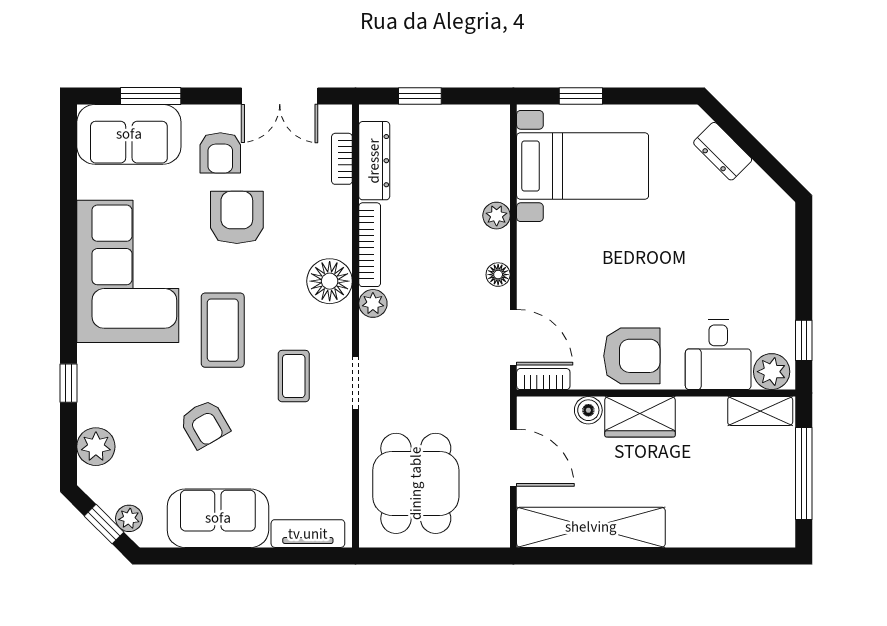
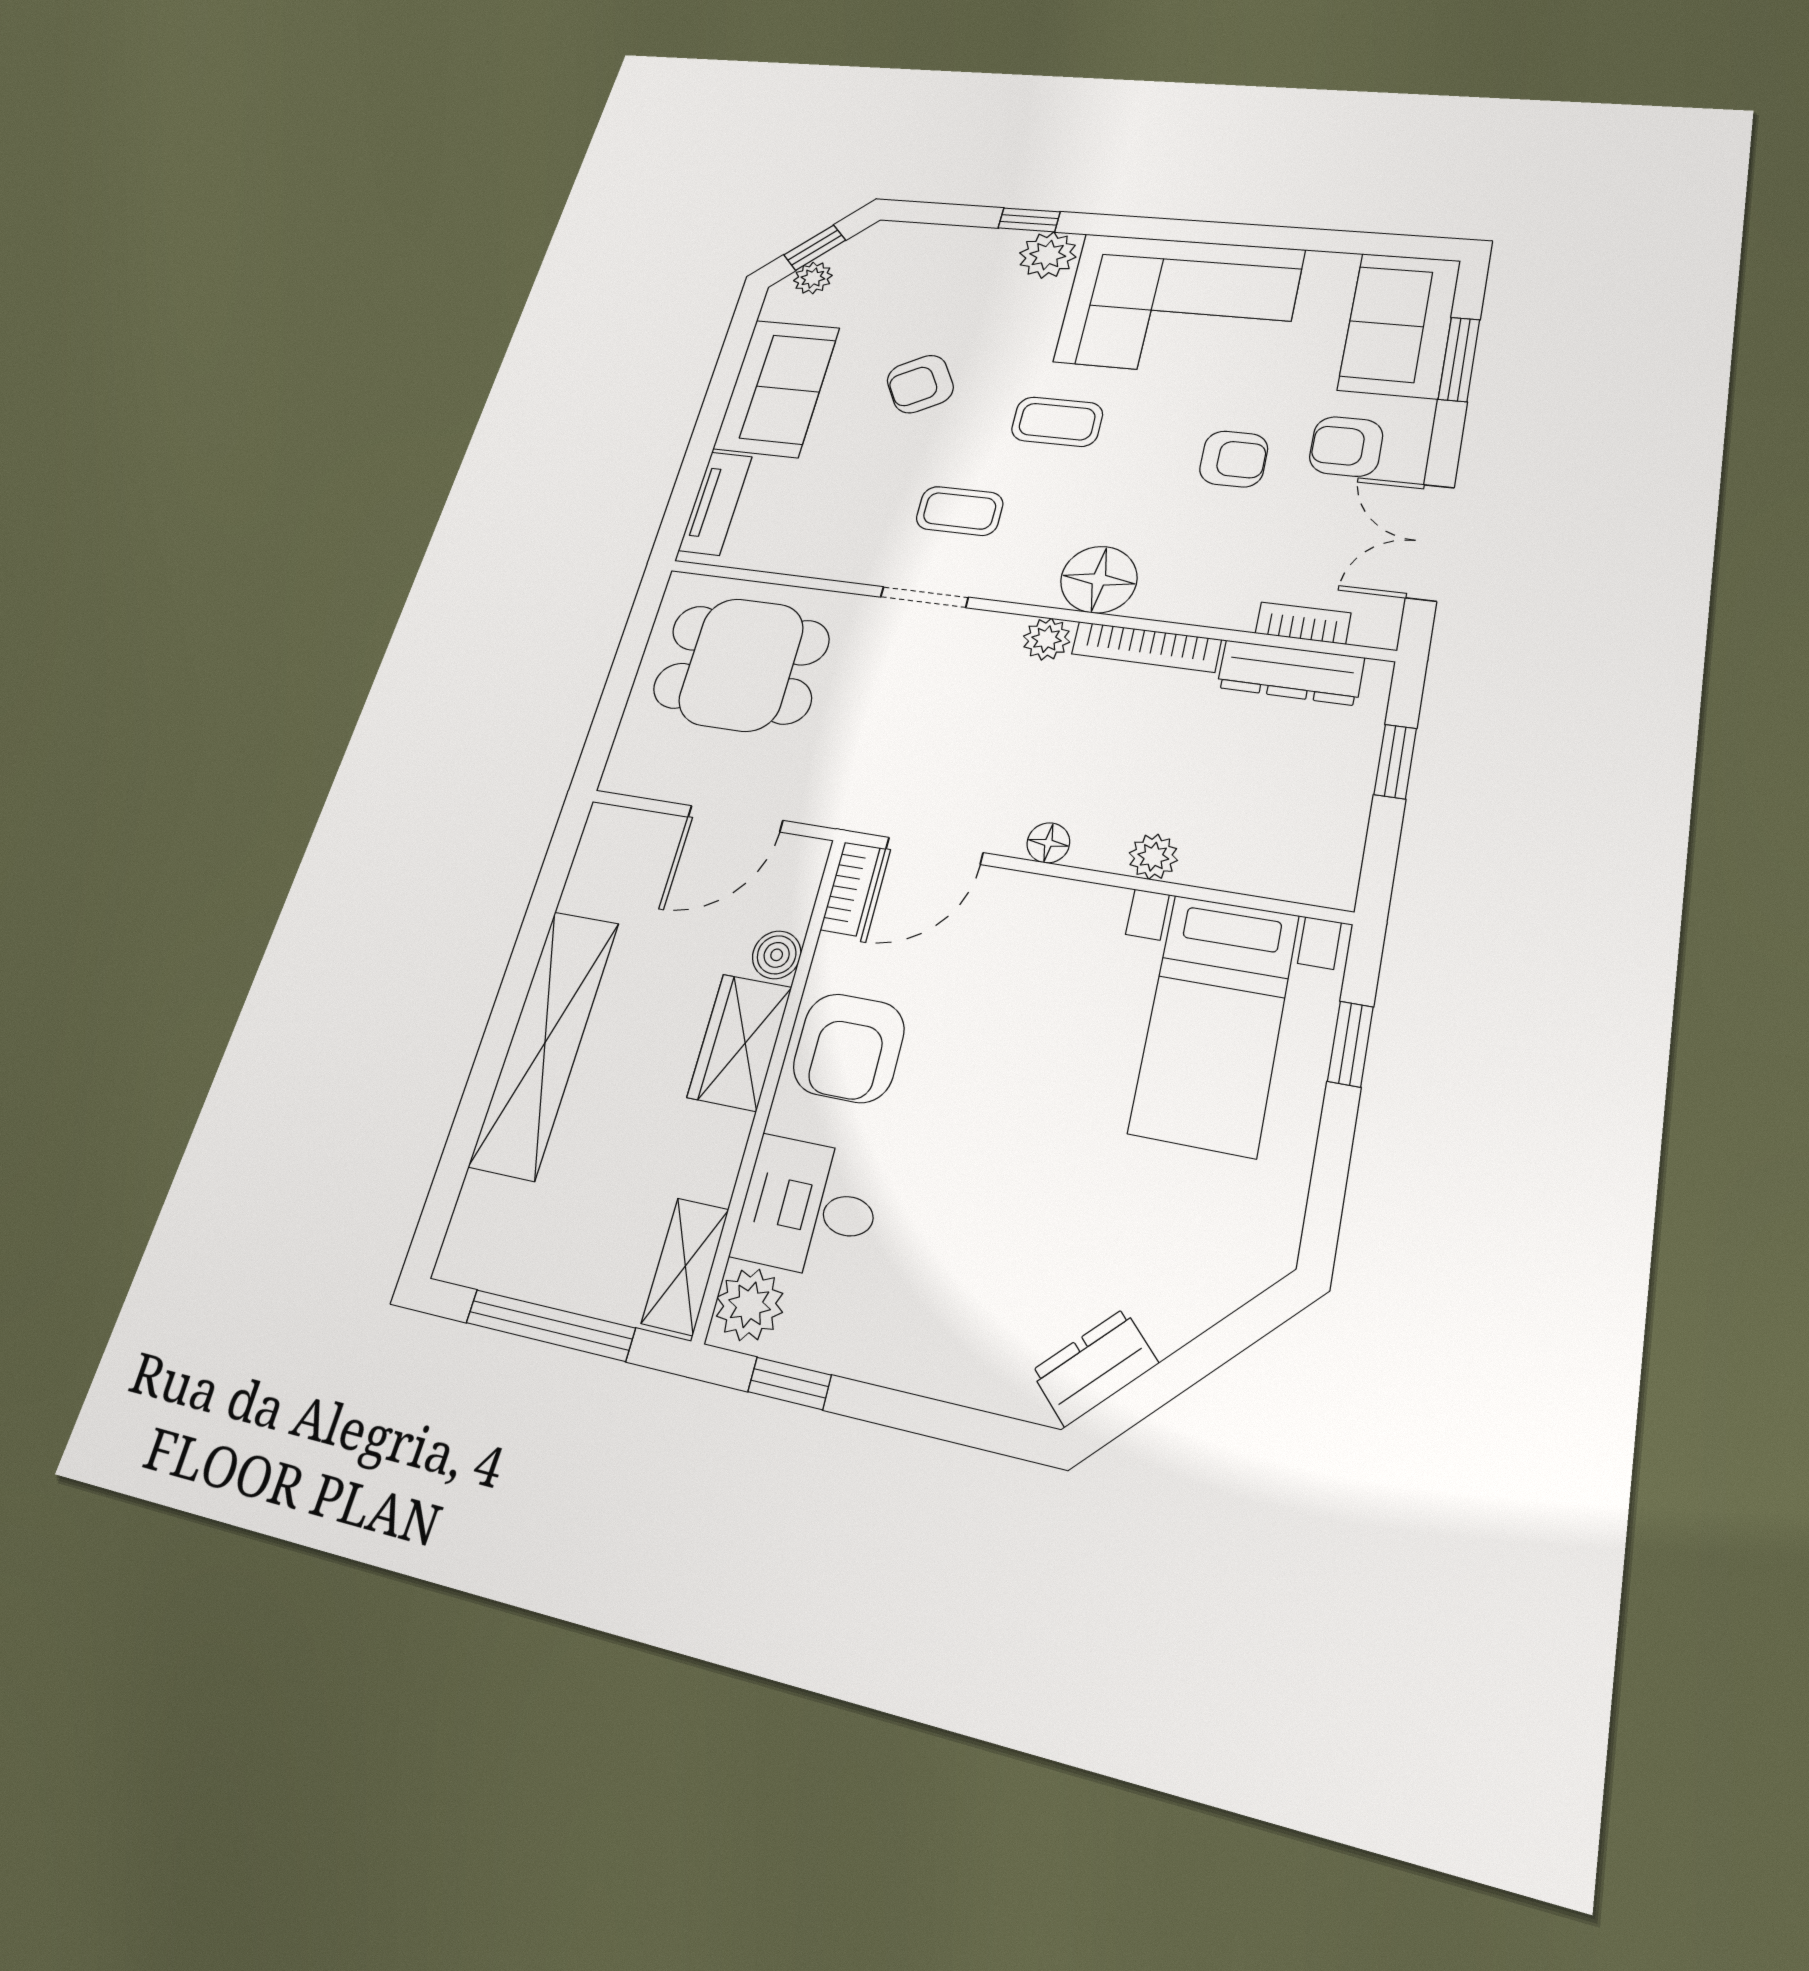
dresser: (723, 151) -> (1095, 1367), moved
armchair: (237, 217) -> (1234, 459), width x0.72, depth x0.72
coffee table: (223, 330) -> (1057, 422), width x0.73, depth x0.77
plant: (96, 447) -> (1048, 255), moved
shelving: (591, 527) -> (545, 1043), moved

